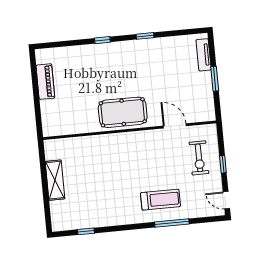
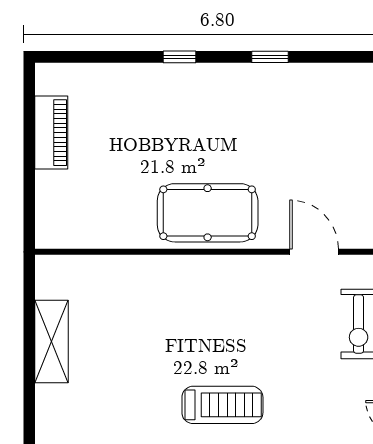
treadmill: (161, 200) -> (222, 405), moved

